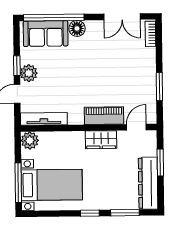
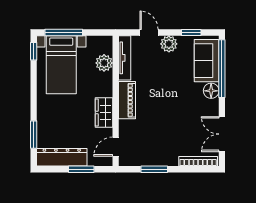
bookcase: (150, 34) -> (198, 161), width x1.56
window: (17, 66) -> (191, 32), moved
piano: (104, 116) -> (127, 100), moved
door: (136, 127) -> (116, 147), swing flipped
plant: (30, 141) -> (104, 63), moved
window: (90, 213) -> (34, 51), moved

